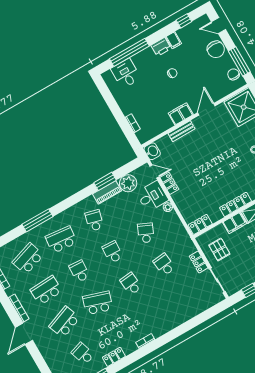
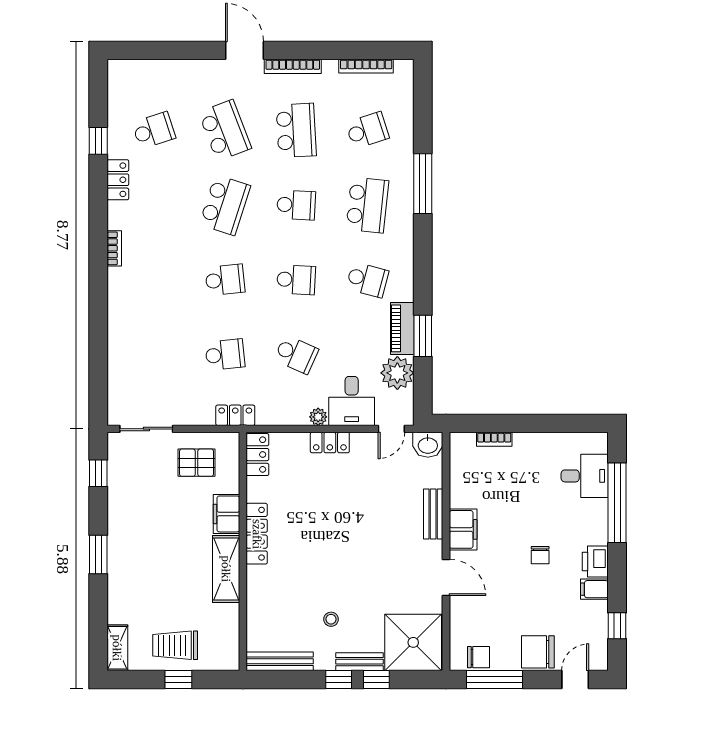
locker: (169, 183) -> (330, 443), moved
school desk: (28, 259) -> (367, 130), width x0.54
locker: (199, 262) -> (235, 415), moved

